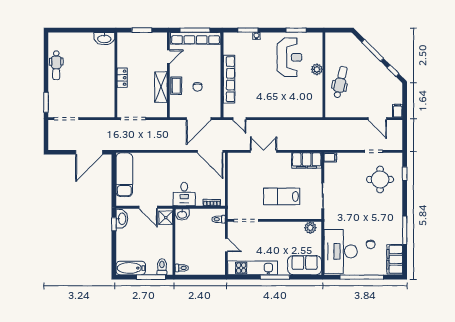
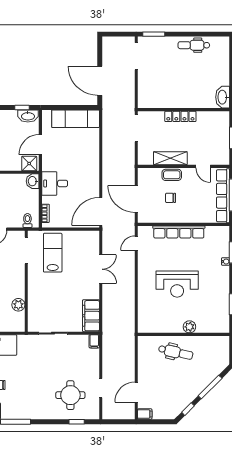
reception desk: (289, 57) -> (177, 284), moved
locker: (122, 78) -> (180, 116), width x1.53
lab bench: (282, 196) -> (53, 253), moved
plant: (310, 228) -> (18, 305), moved

